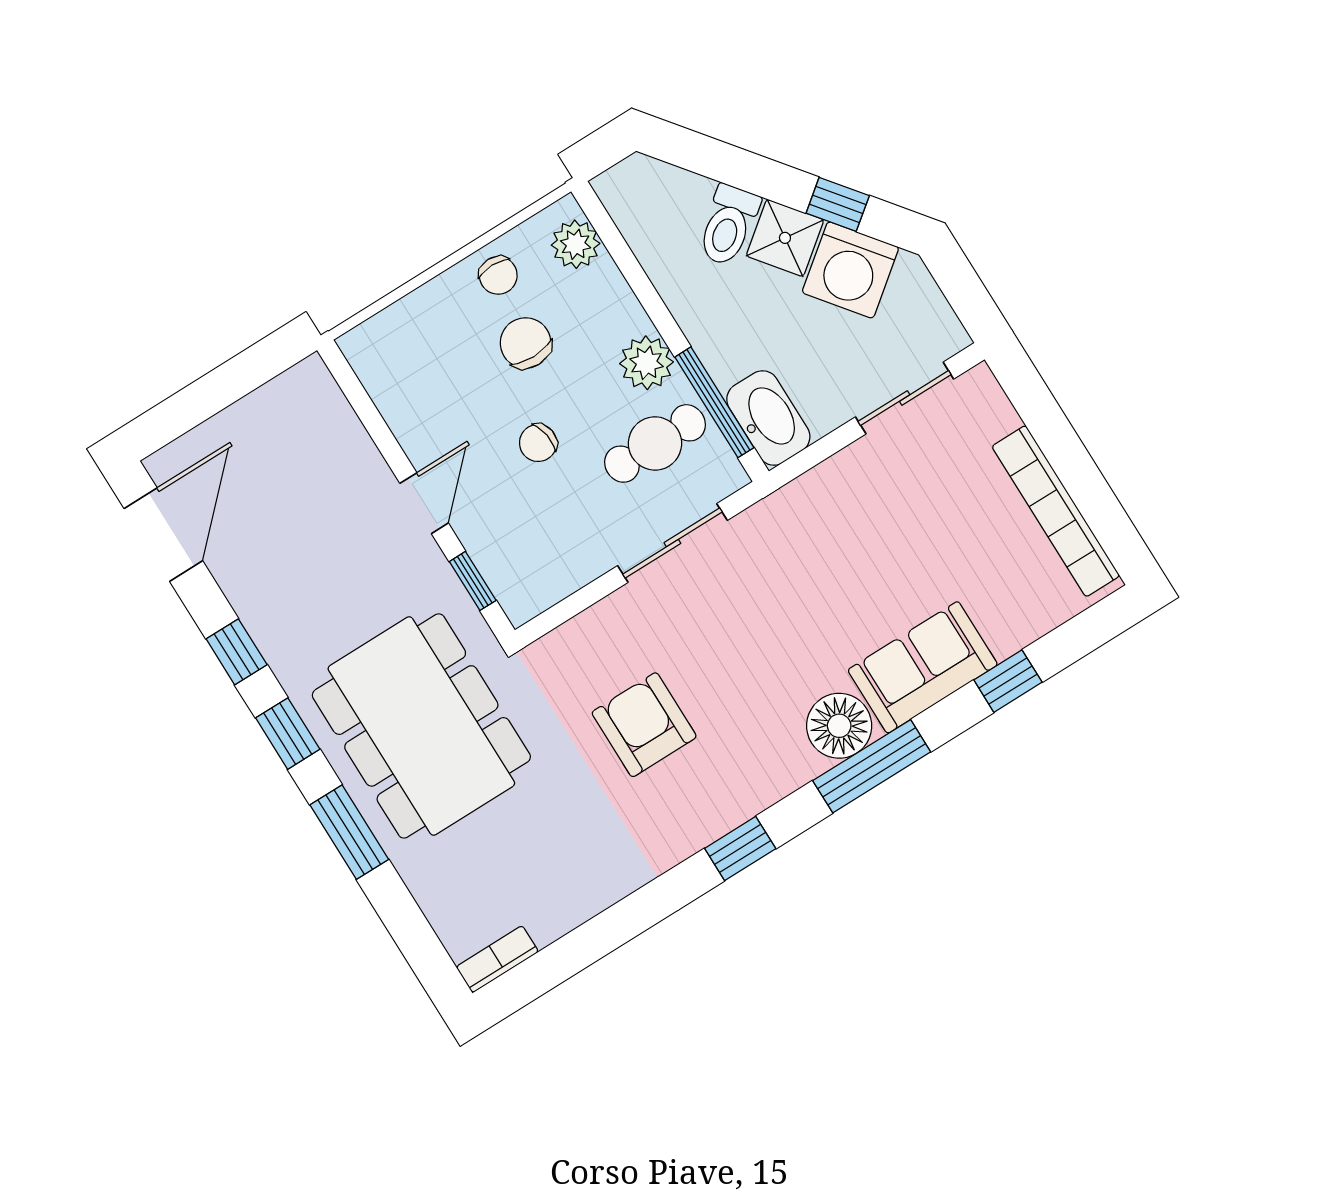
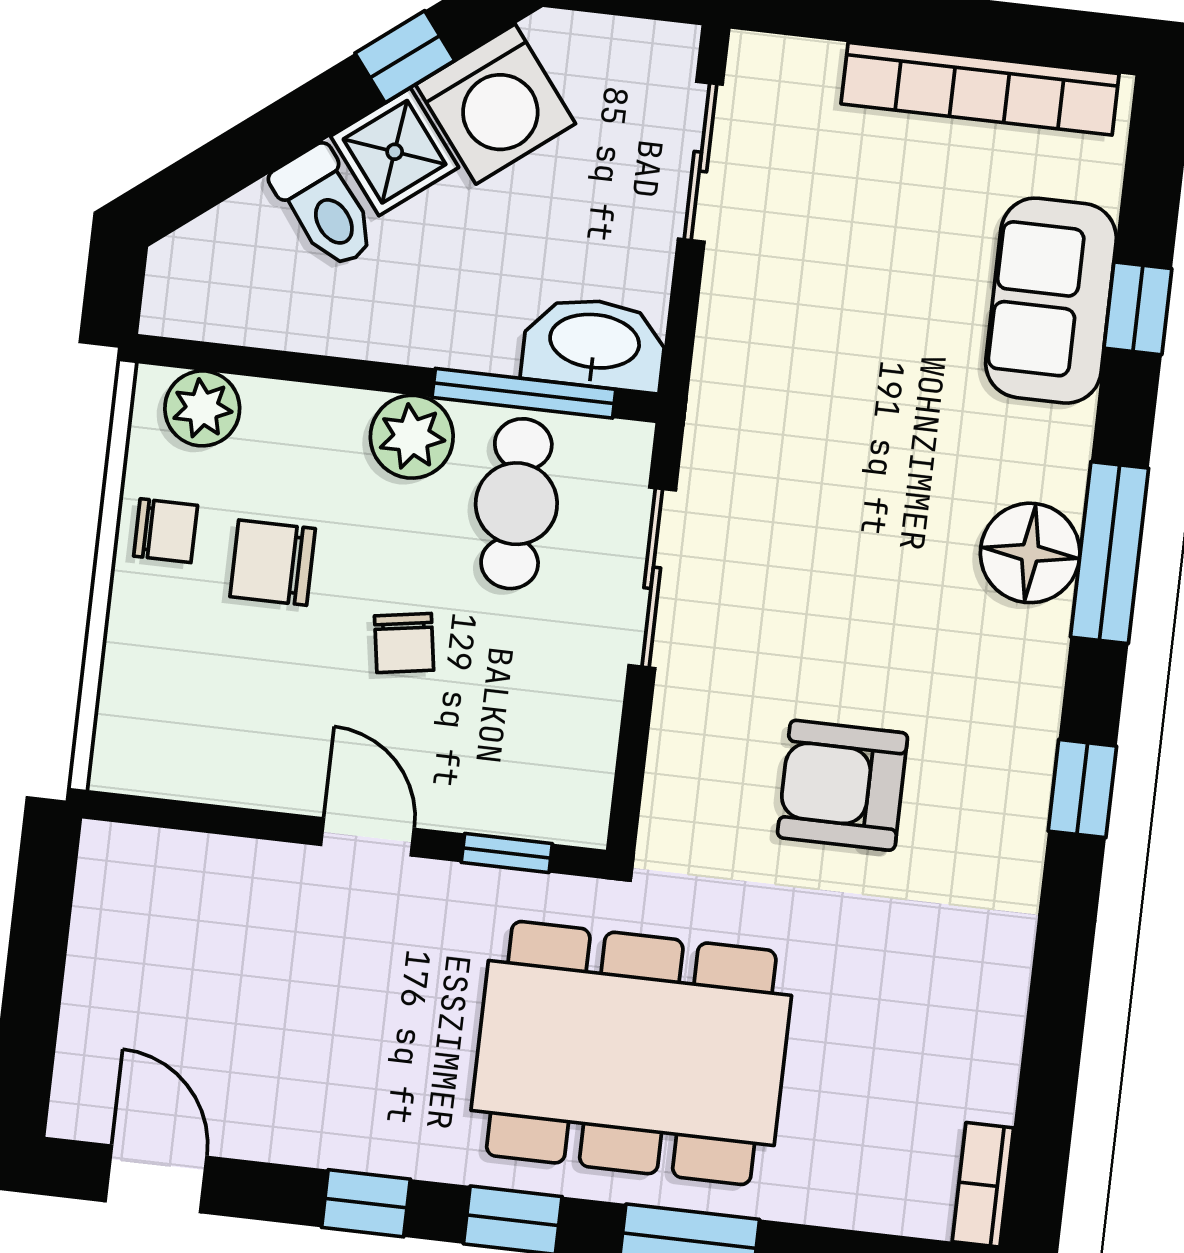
door: (163, 535) -> (156, 1179), width x0.73
sofa: (923, 667) -> (1051, 301), moved

